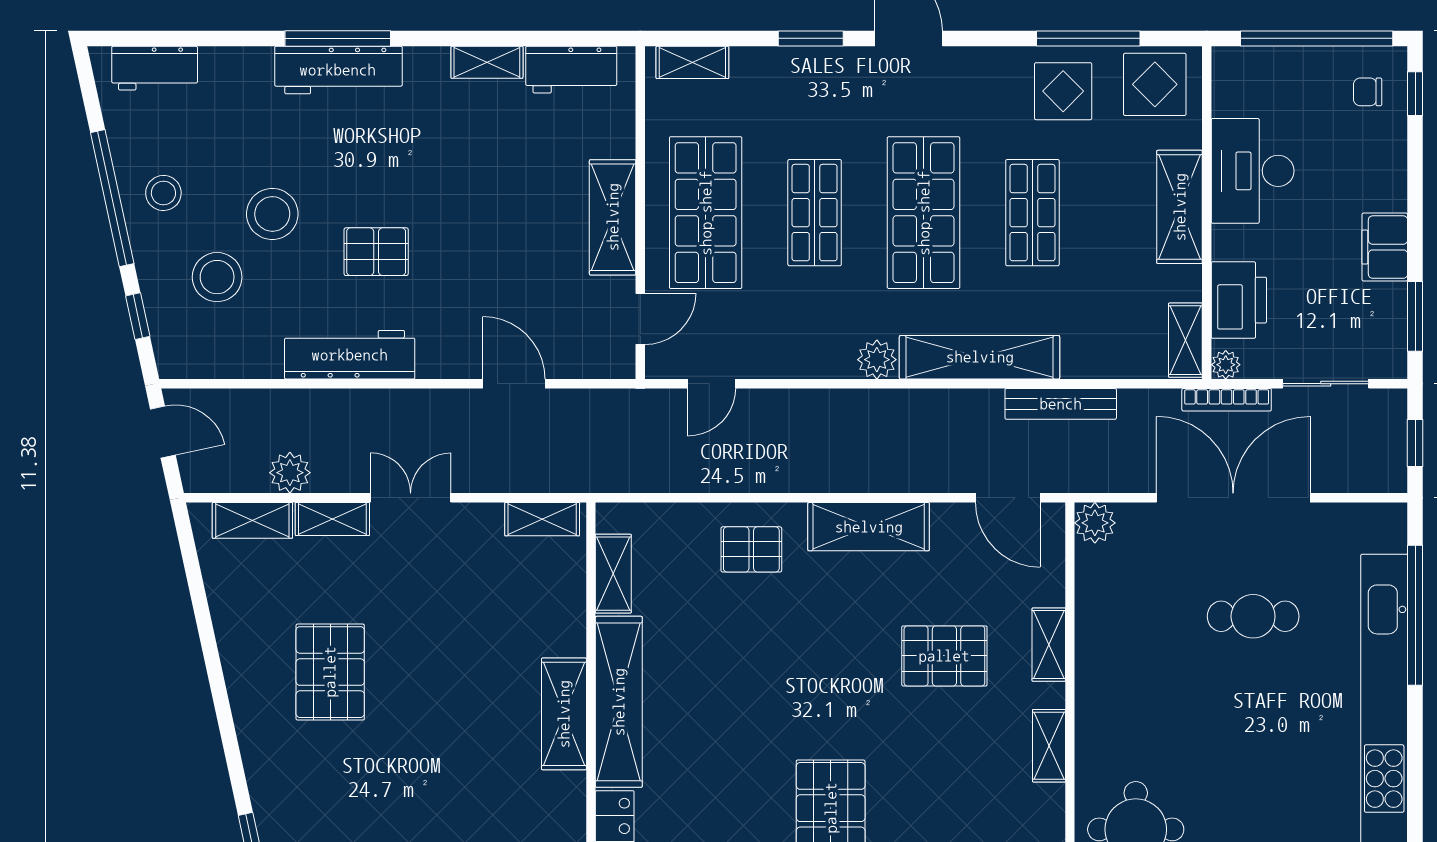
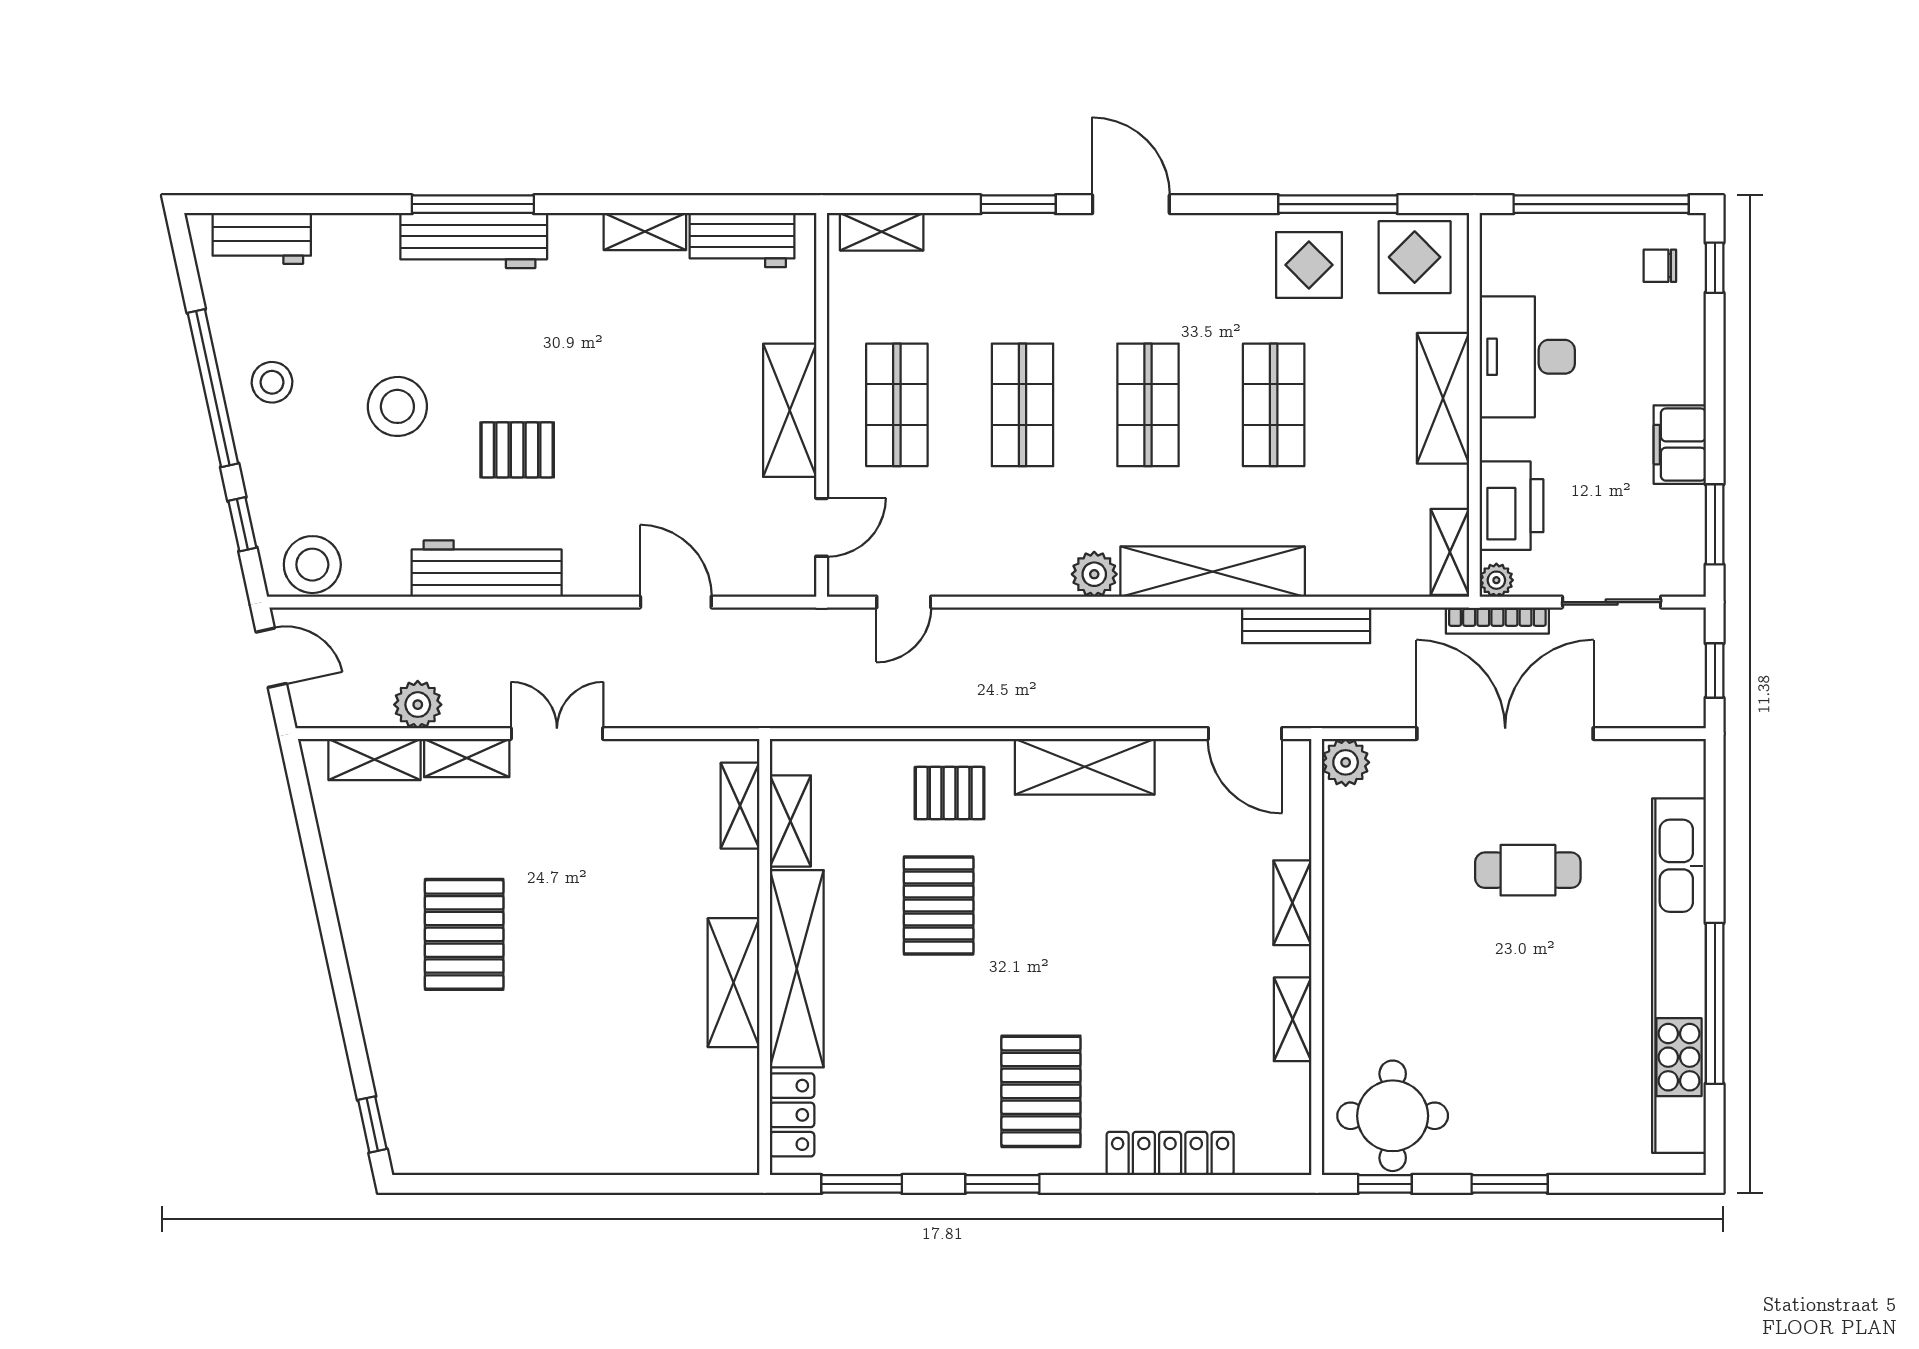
shop shelf: (706, 213) -> (897, 405), width x0.70, depth x0.74
shop shelf: (924, 213) -> (1148, 405), width x0.70, depth x0.74
stool: (217, 277) -> (312, 565), moved
shelving: (542, 519) -> (740, 806), moved, turned 90
window: (1415, 615) -> (1715, 1003), moved
pallet: (944, 656) -> (939, 905), moved, turned 90

